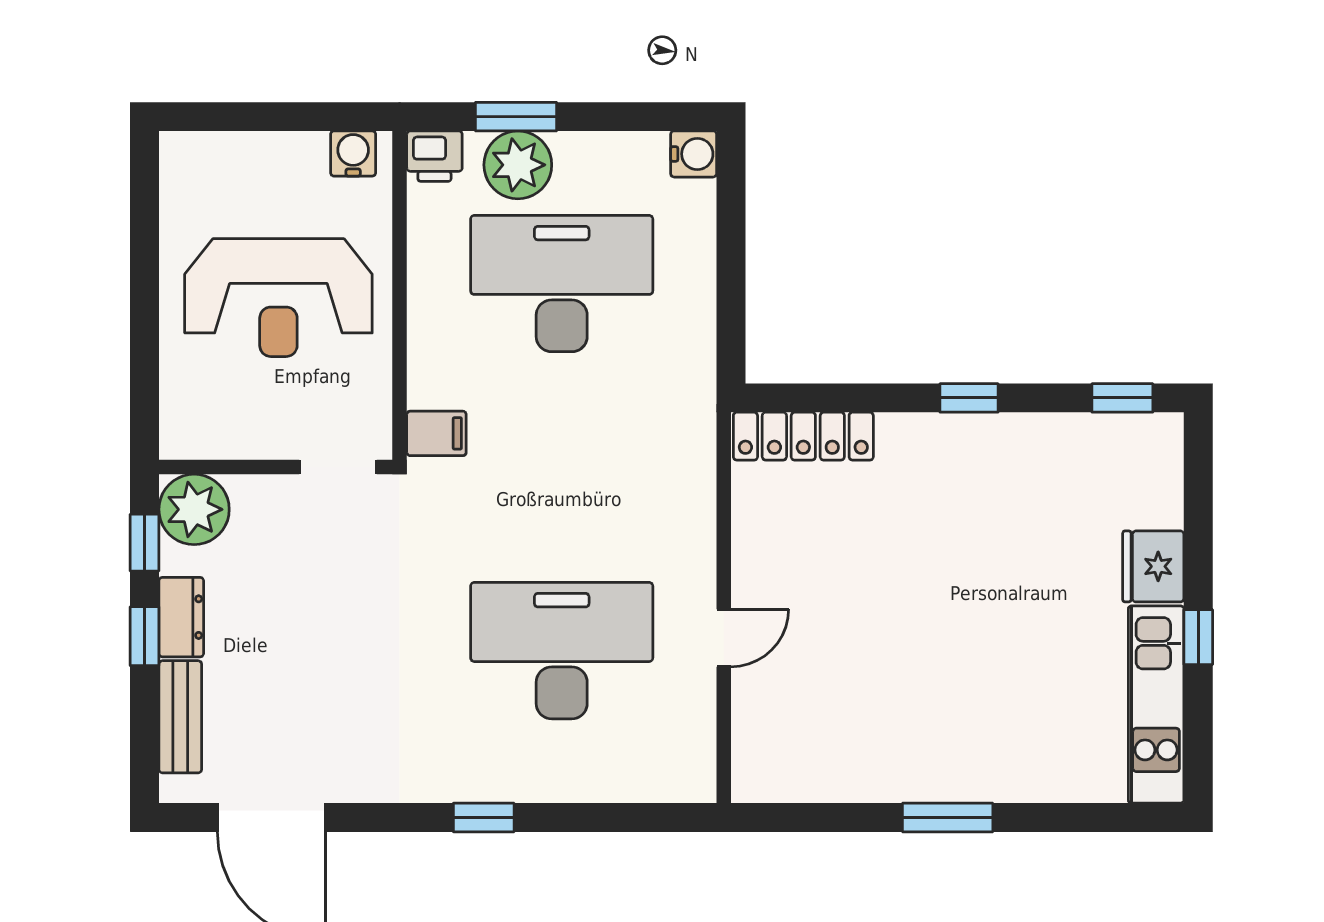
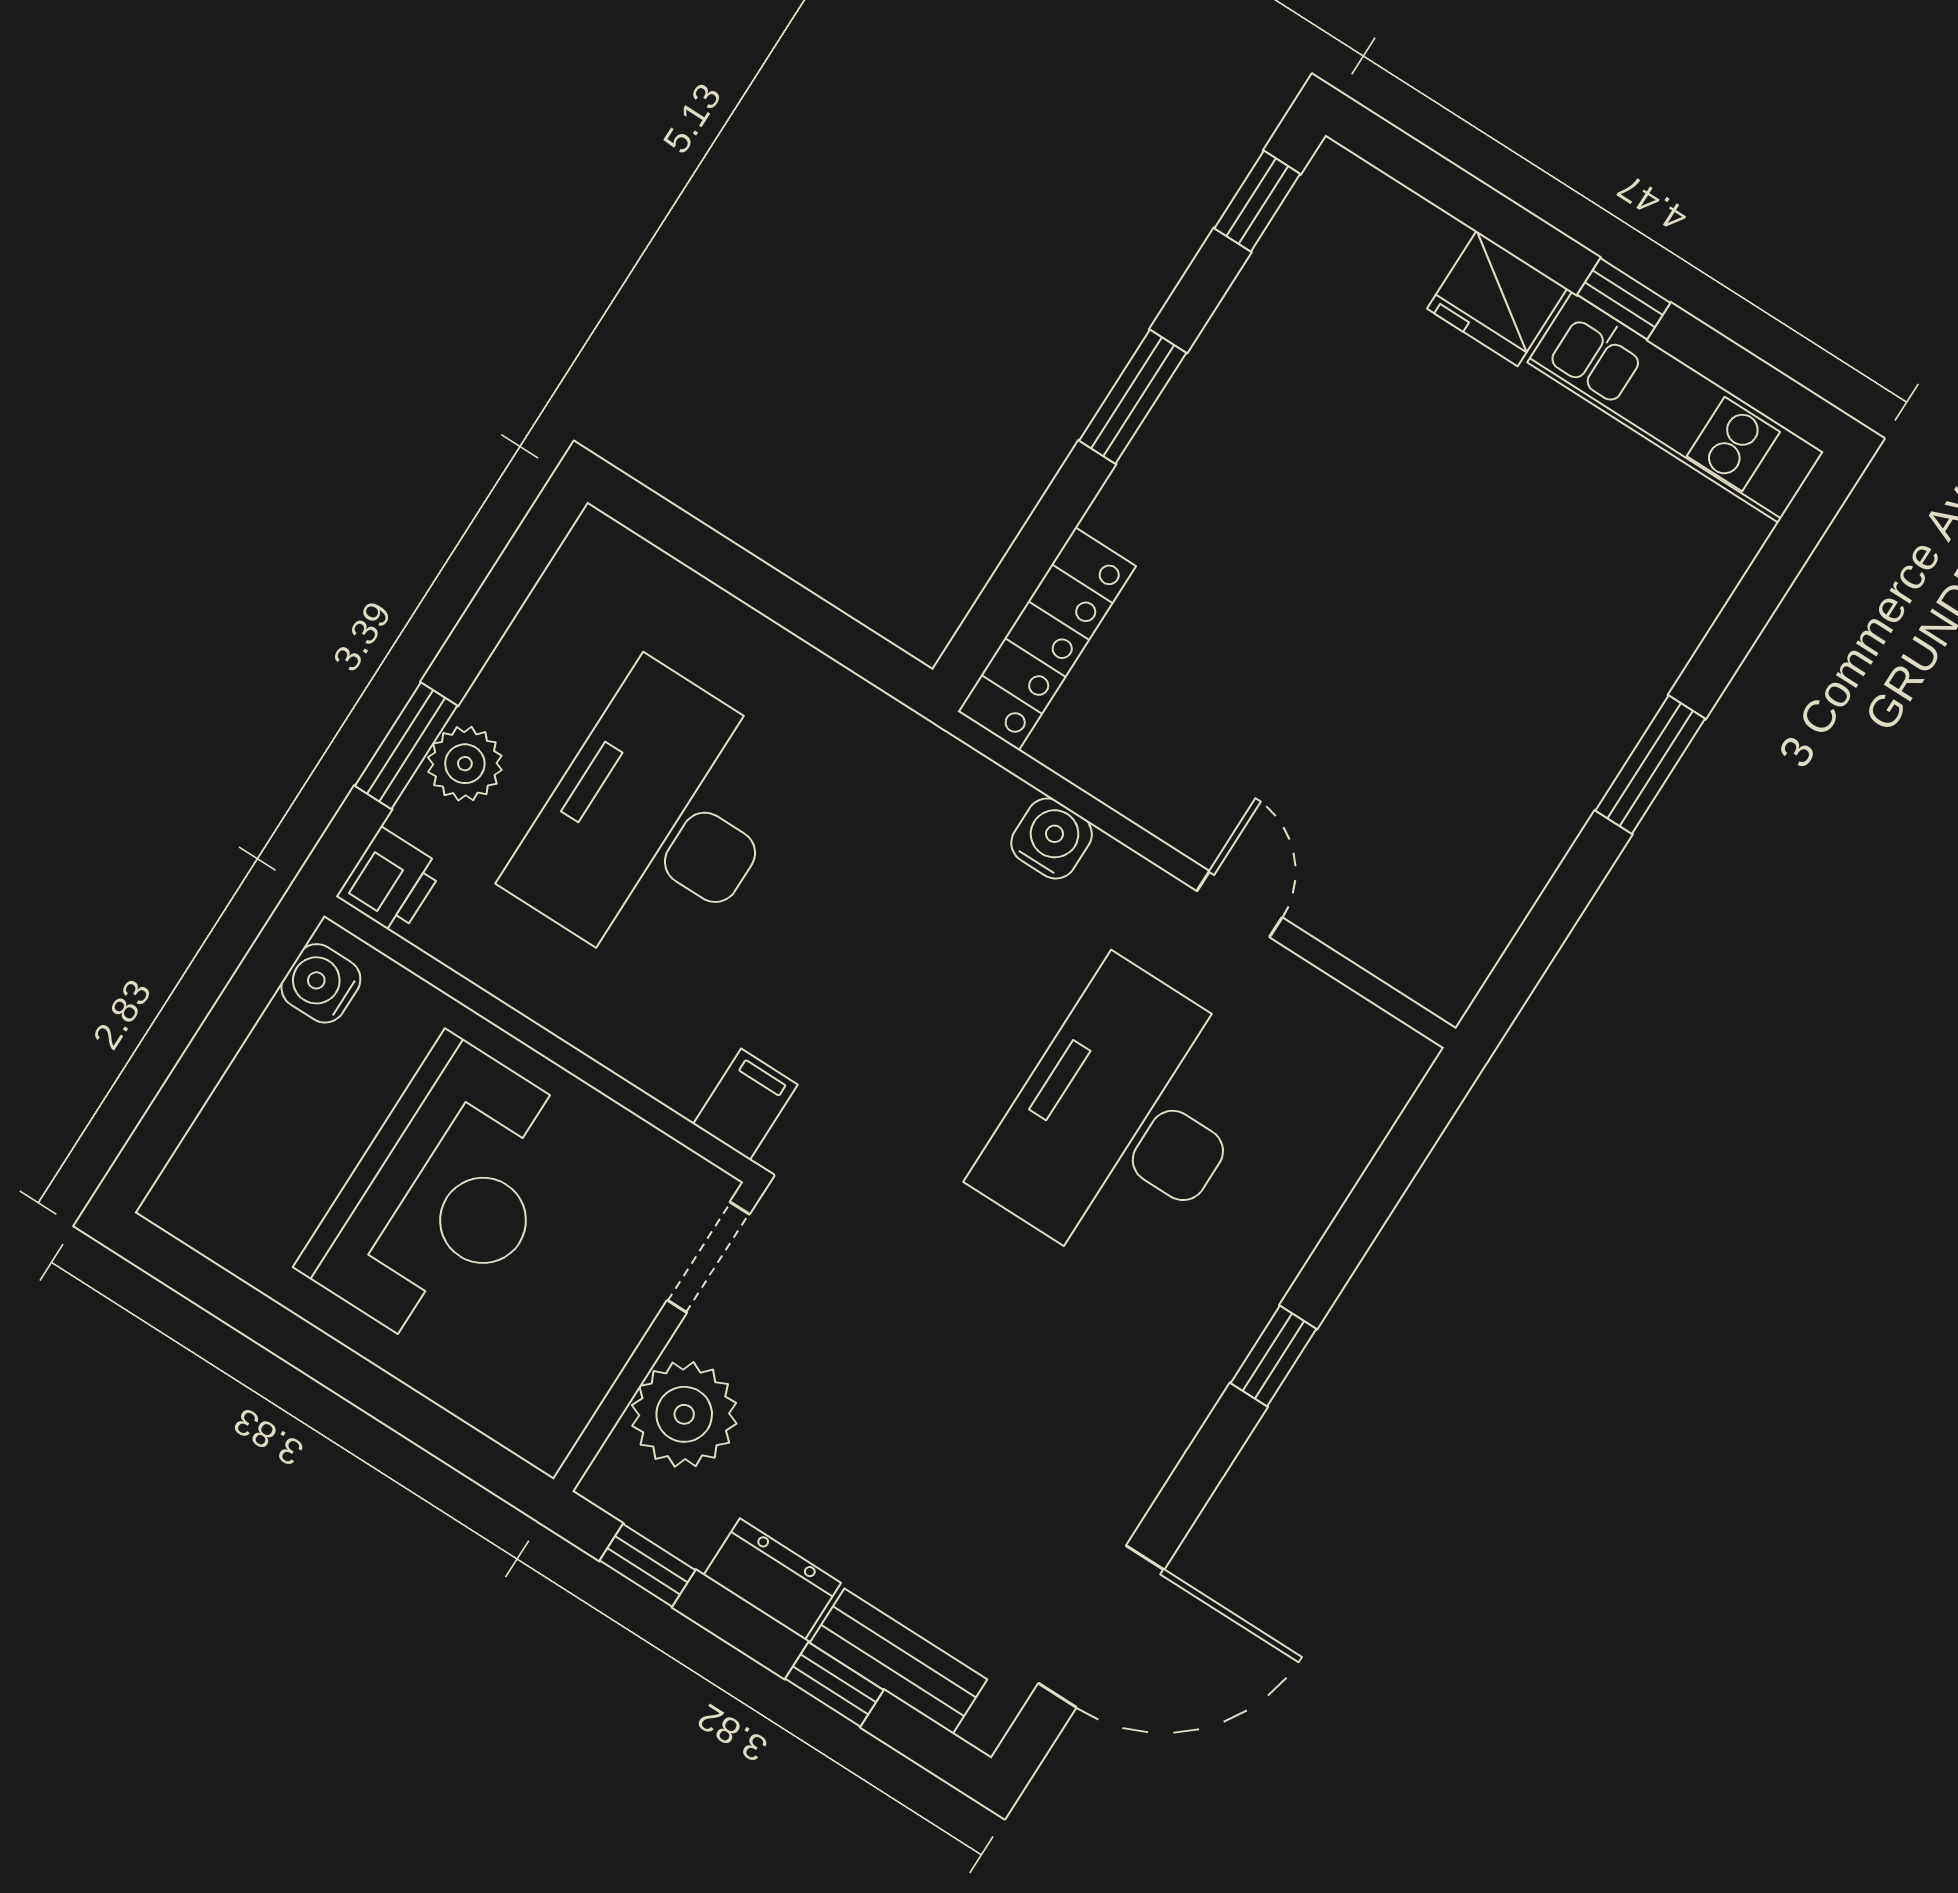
water cooler: (694, 154) -> (1052, 839), moved
plant: (518, 165) -> (465, 764), width x0.73, depth x0.73
window: (969, 398) -> (1133, 397), width x1.50
plant: (194, 509) -> (684, 1414), moved
window: (145, 636) -> (834, 1684), moved

